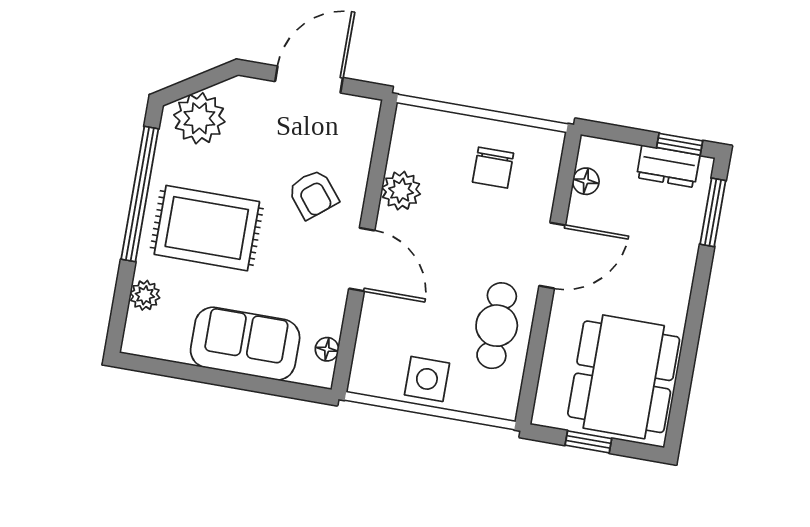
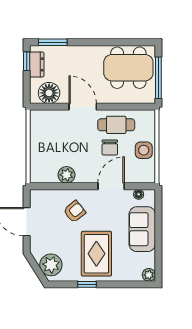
chair: (493, 168) -> (110, 148), moved, turned 90
floor lamp: (586, 181) -> (49, 93), width x1.89, depth x1.89
window: (140, 194) -> (87, 284), width x0.32
door: (362, 260) -> (111, 186), moved
plant: (145, 295) -> (149, 275), moved
window: (588, 442) -> (158, 78), width x2.17

